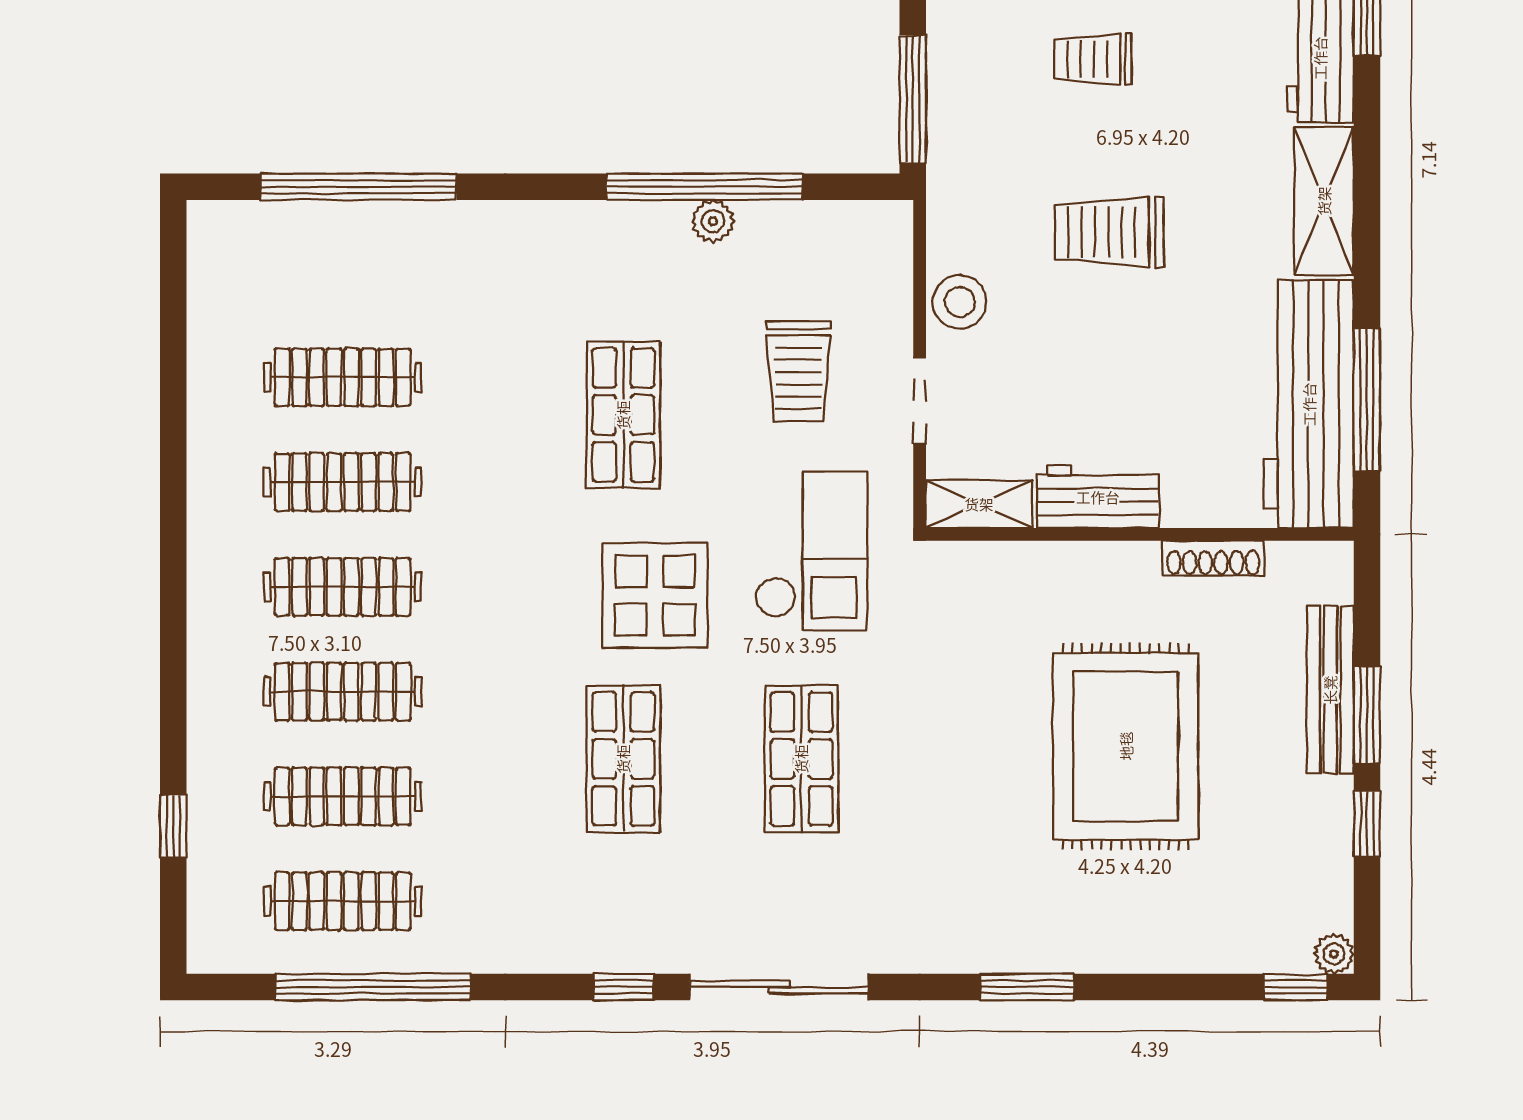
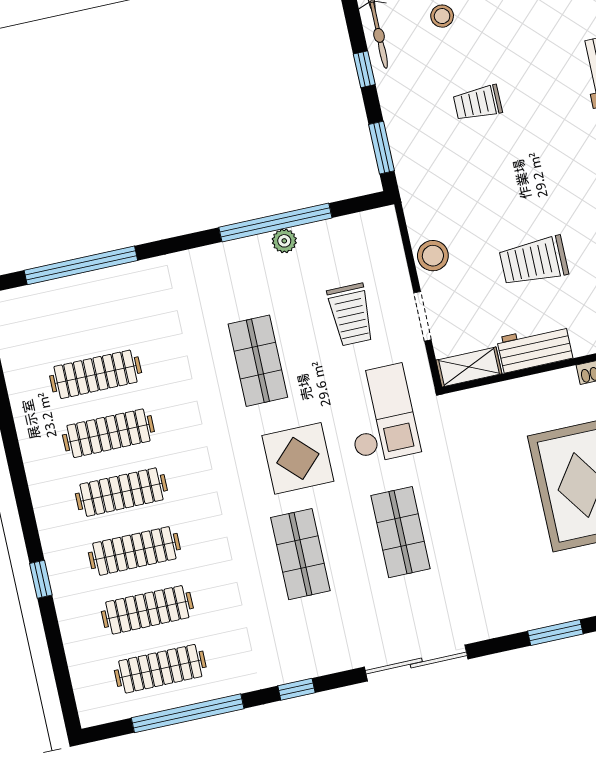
window: (913, 99) -> (382, 148), width x0.69
trolley: (1109, 232) -> (534, 261), moved
window: (173, 826) -> (41, 579), moved
window: (624, 987) -> (296, 689), moved

